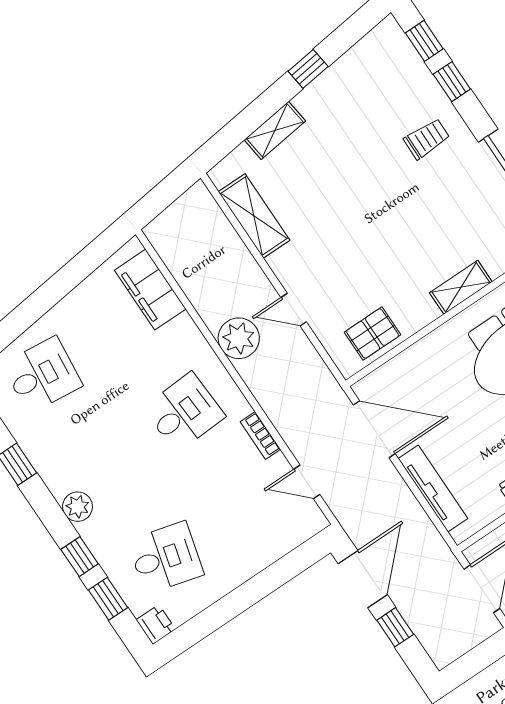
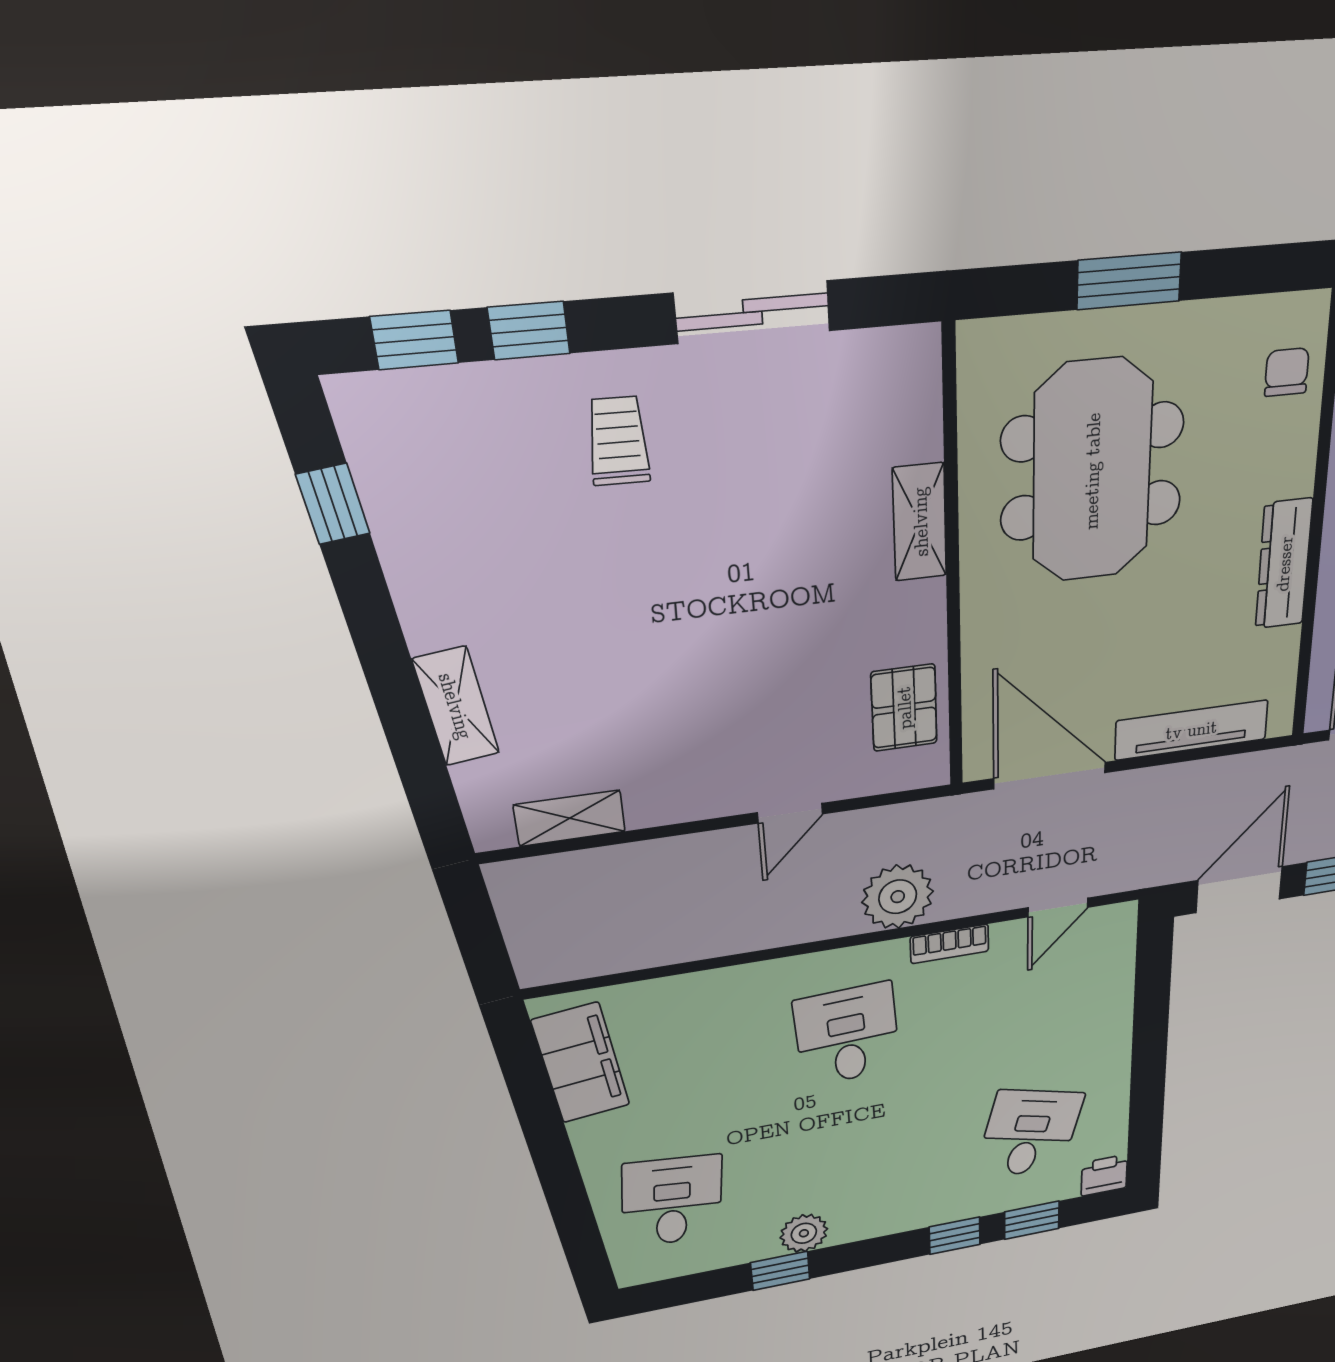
window: (308, 69) -> (333, 504), moved
shelving: (254, 216) -> (570, 818), width x0.67, depth x0.75
filing cabinet: (150, 290) -> (581, 1063), moved, turned -97
plant: (239, 338) -> (898, 897), moved
door: (374, 429) -> (1050, 776), hinge flipped
plant: (78, 507) -> (804, 1233), moved
door: (363, 579) -> (1239, 890), hinge flipped

